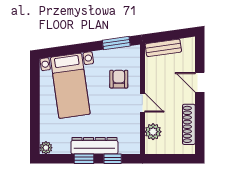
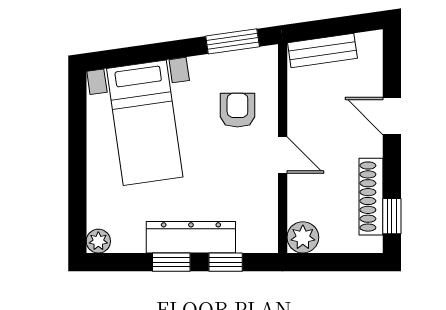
plant: (153, 132) -> (303, 237), moved
window: (200, 135) -> (392, 216), added

